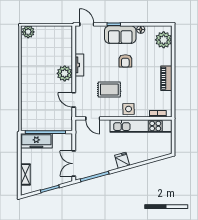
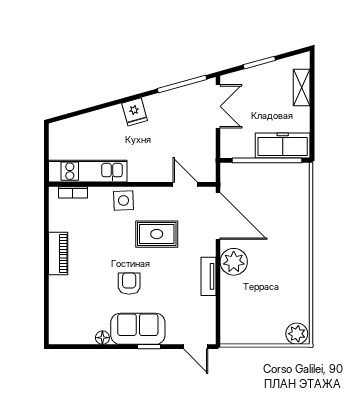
plant: (164, 40) -> (63, 320), removed
door: (74, 100) -> (218, 216), width x1.88
kitchen unit: (141, 126) -> (88, 171), width x0.73

